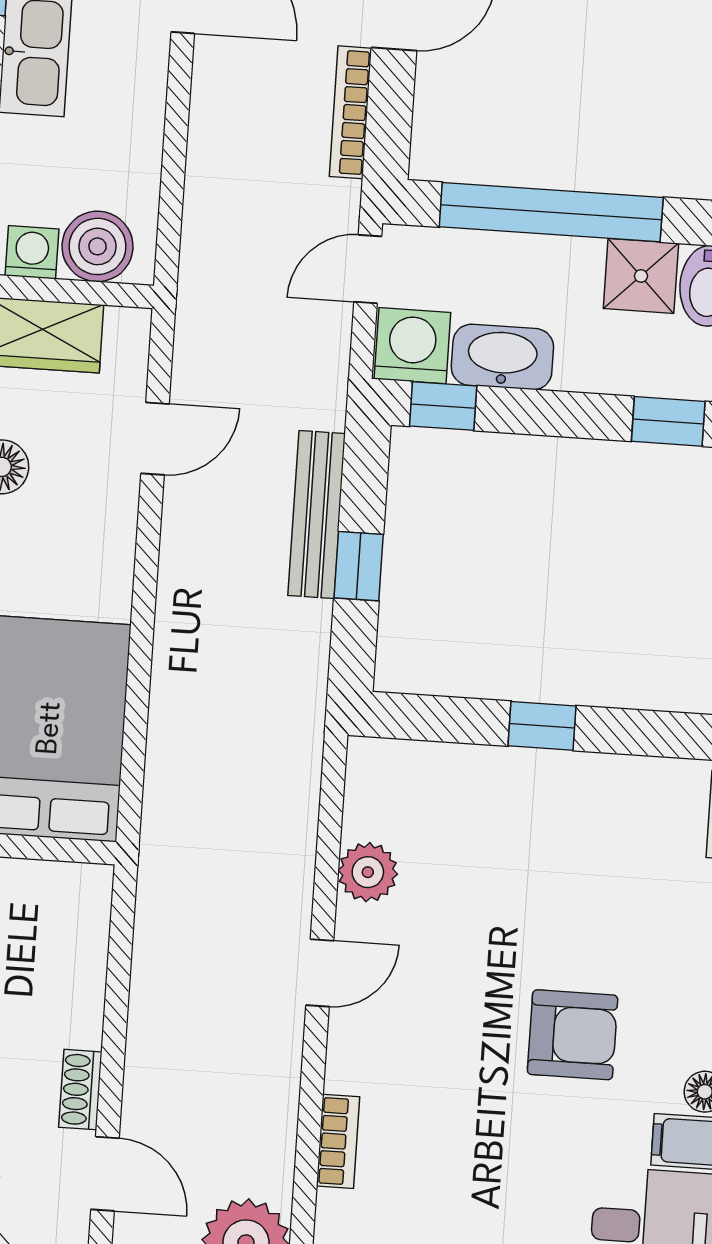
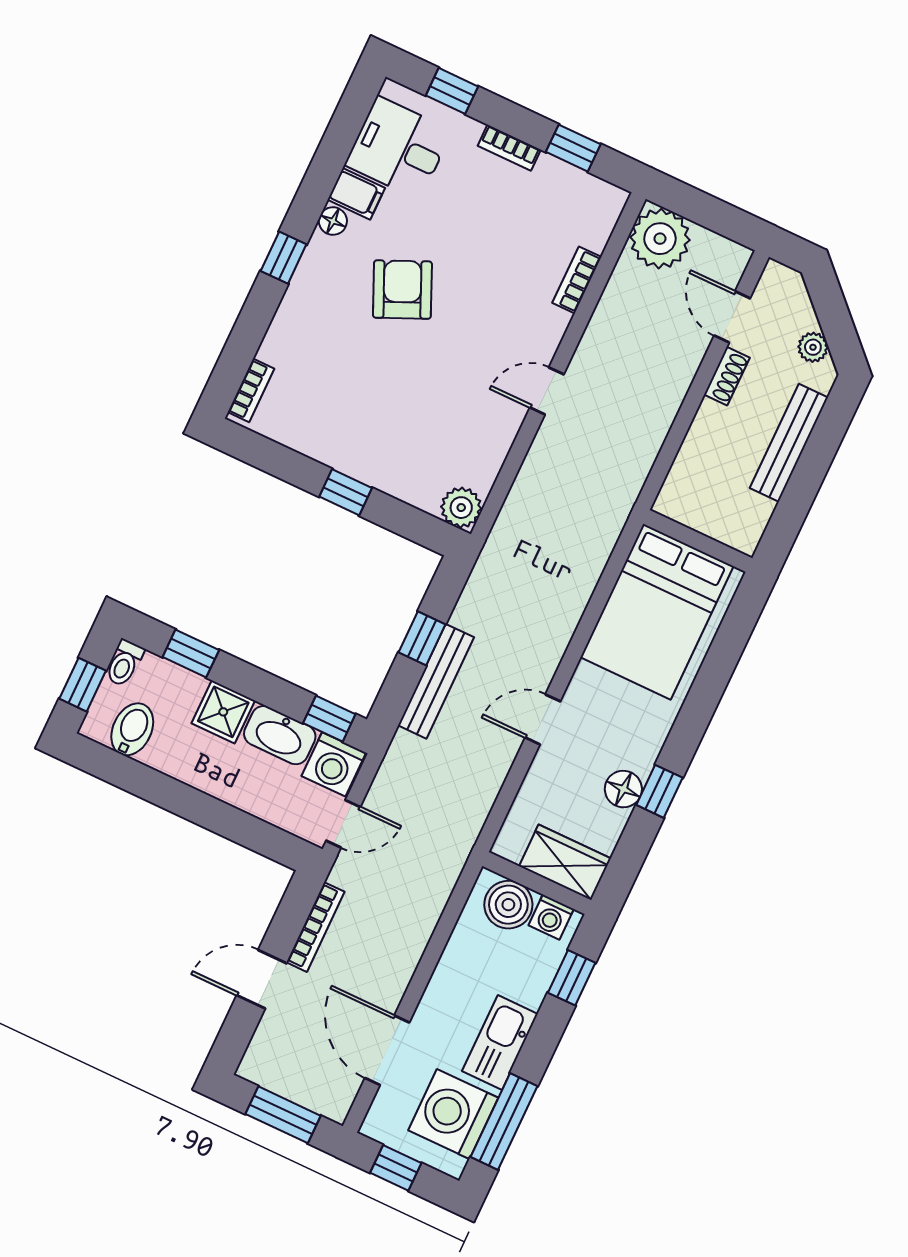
window: (551, 212) -> (213, 815), removed
shower: (641, 276) -> (223, 712), moved
door: (155, 439) -> (543, 719), moved
plant: (368, 872) -> (461, 508), moved
armchair: (573, 1035) -> (402, 290), turned 66

